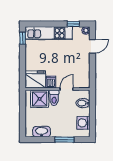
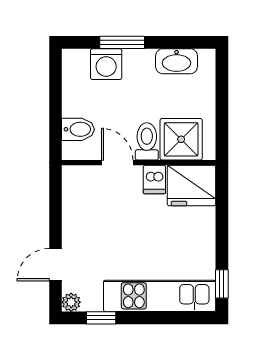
door: (66, 89) -> (117, 163), swing flipped
washing machine: (83, 123) -> (106, 64), moved, turned 90

